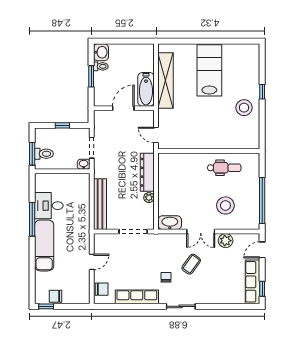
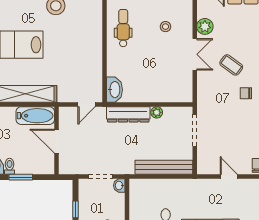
stool: (225, 205) -> (165, 27), width x0.53, depth x0.53
washbasin: (170, 223) -> (114, 90), moved, turned 180

